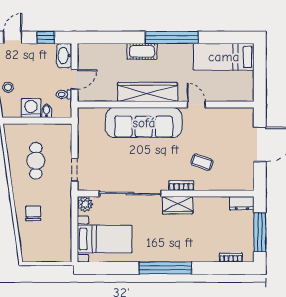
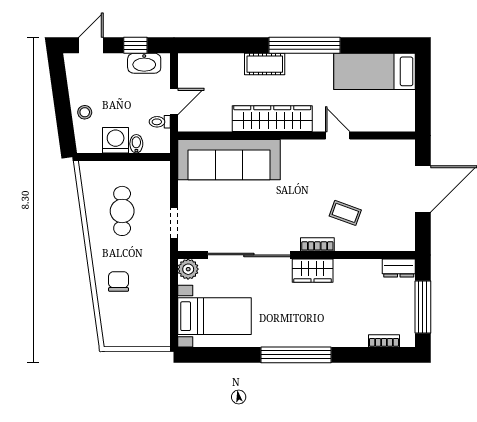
washbasin: (64, 56) -> (144, 63), moved, turned -90
sofa: (144, 123) -> (229, 160), moved

